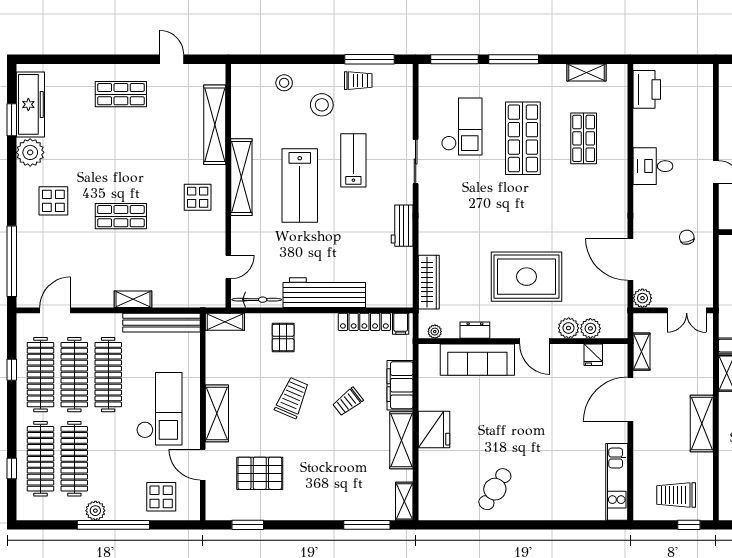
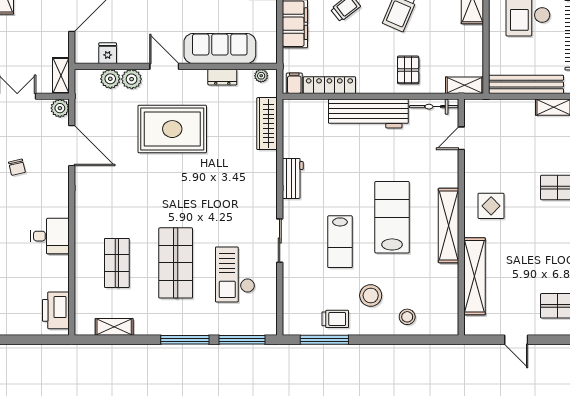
trolley: (358, 81) -> (335, 319), turned 180
shelving: (641, 352) -> (61, 75), moved

